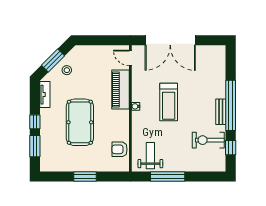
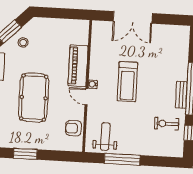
double door: (170, 40) -> (133, 17), width x0.73
door: (130, 58) -> (86, 97), moved
exercise bike: (208, 140) -> (167, 124), width x0.73, depth x0.72
window: (85, 177) -> (25, 154), moved

